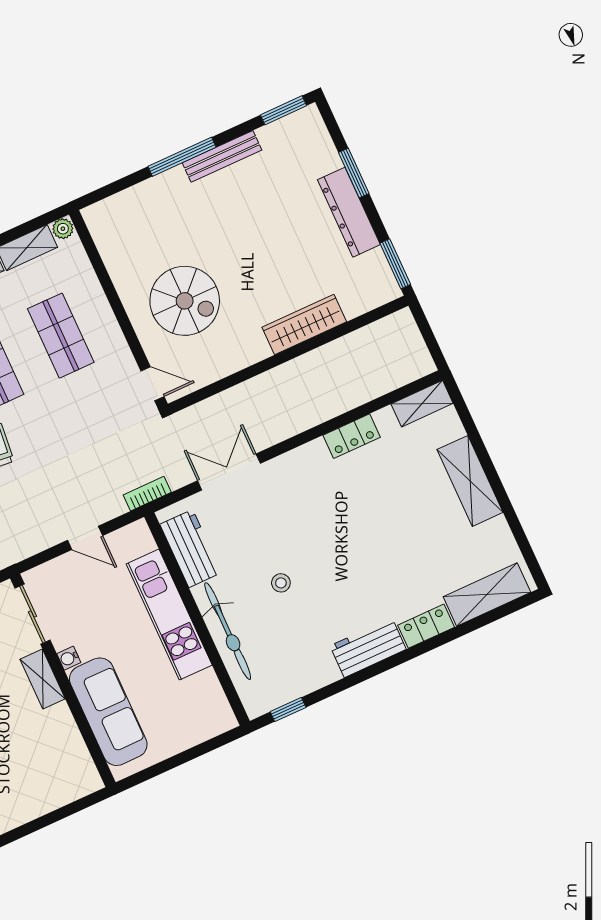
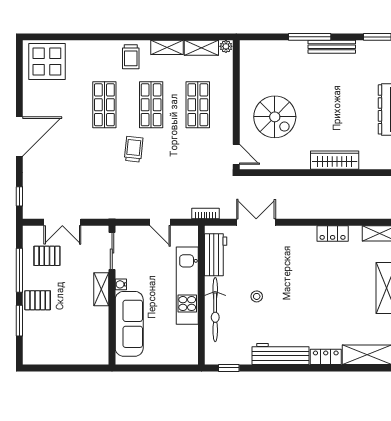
workbench: (368, 648) -> (281, 354), width x1.38

